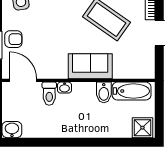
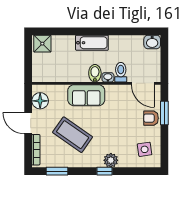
floor lamp: (145, 60) -> (40, 101), added
bathtub: (132, 91) -> (92, 43), moved, turned 180
bidet: (104, 92) -> (95, 73), moved

